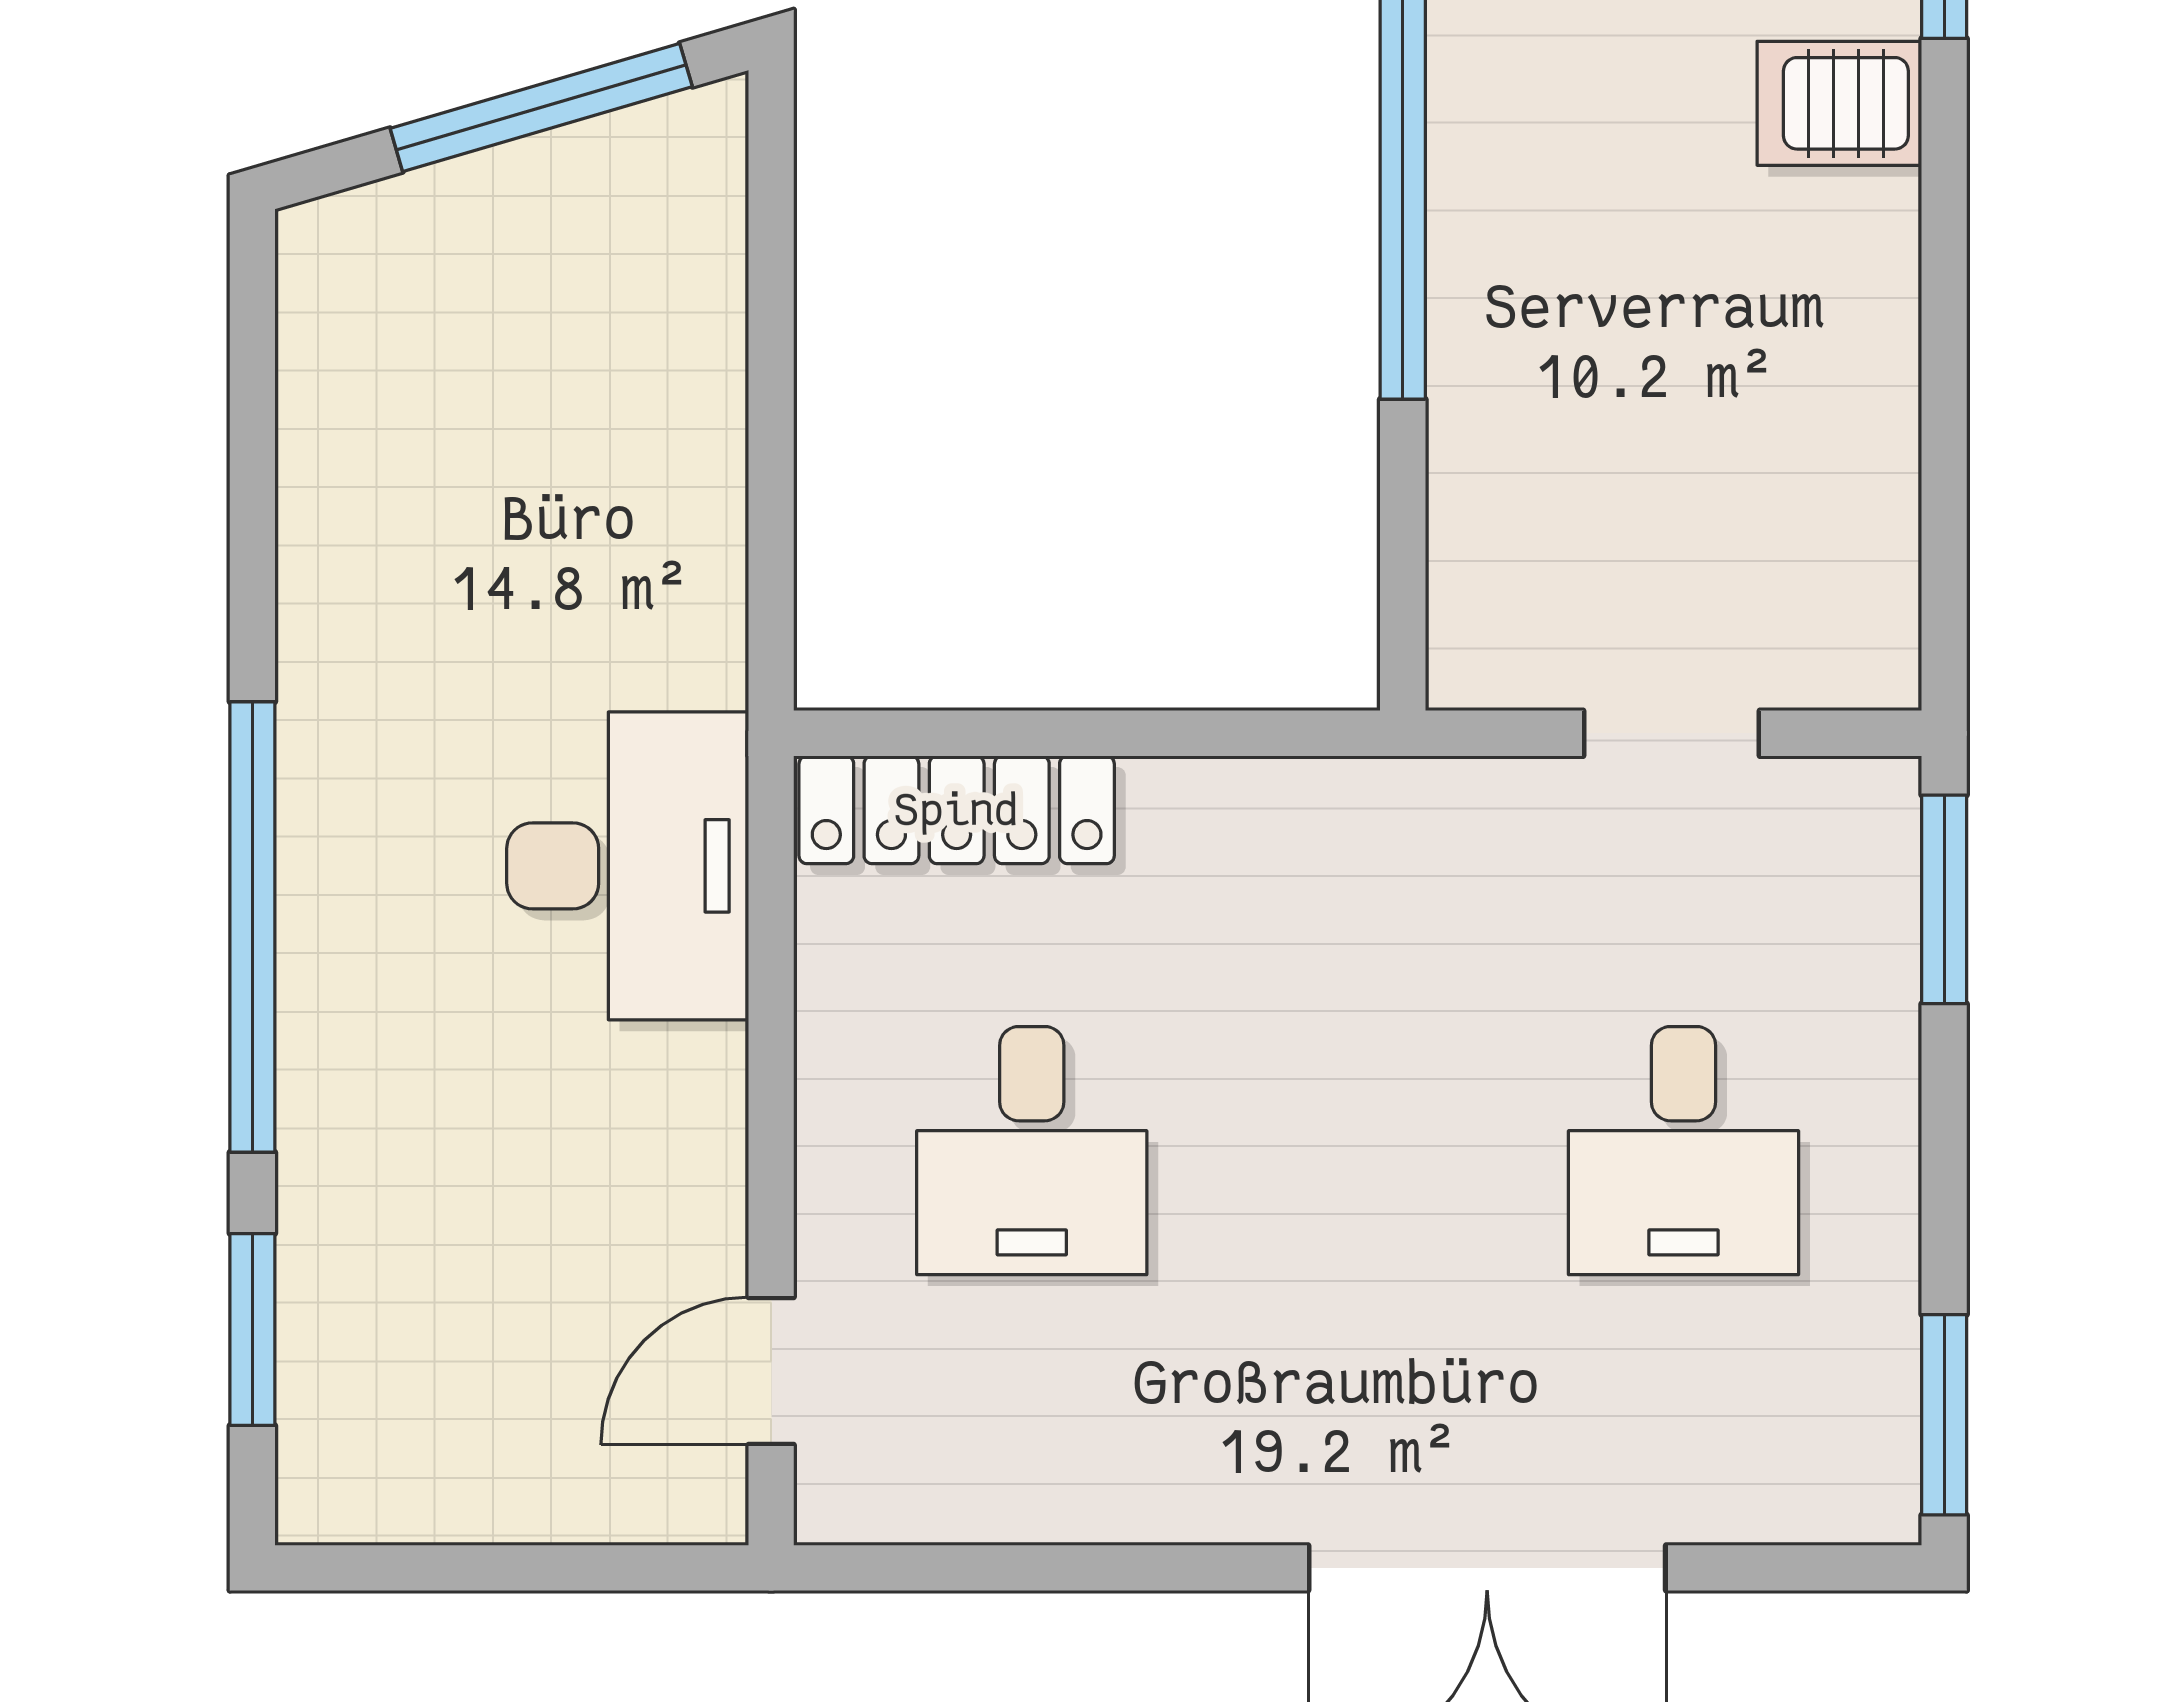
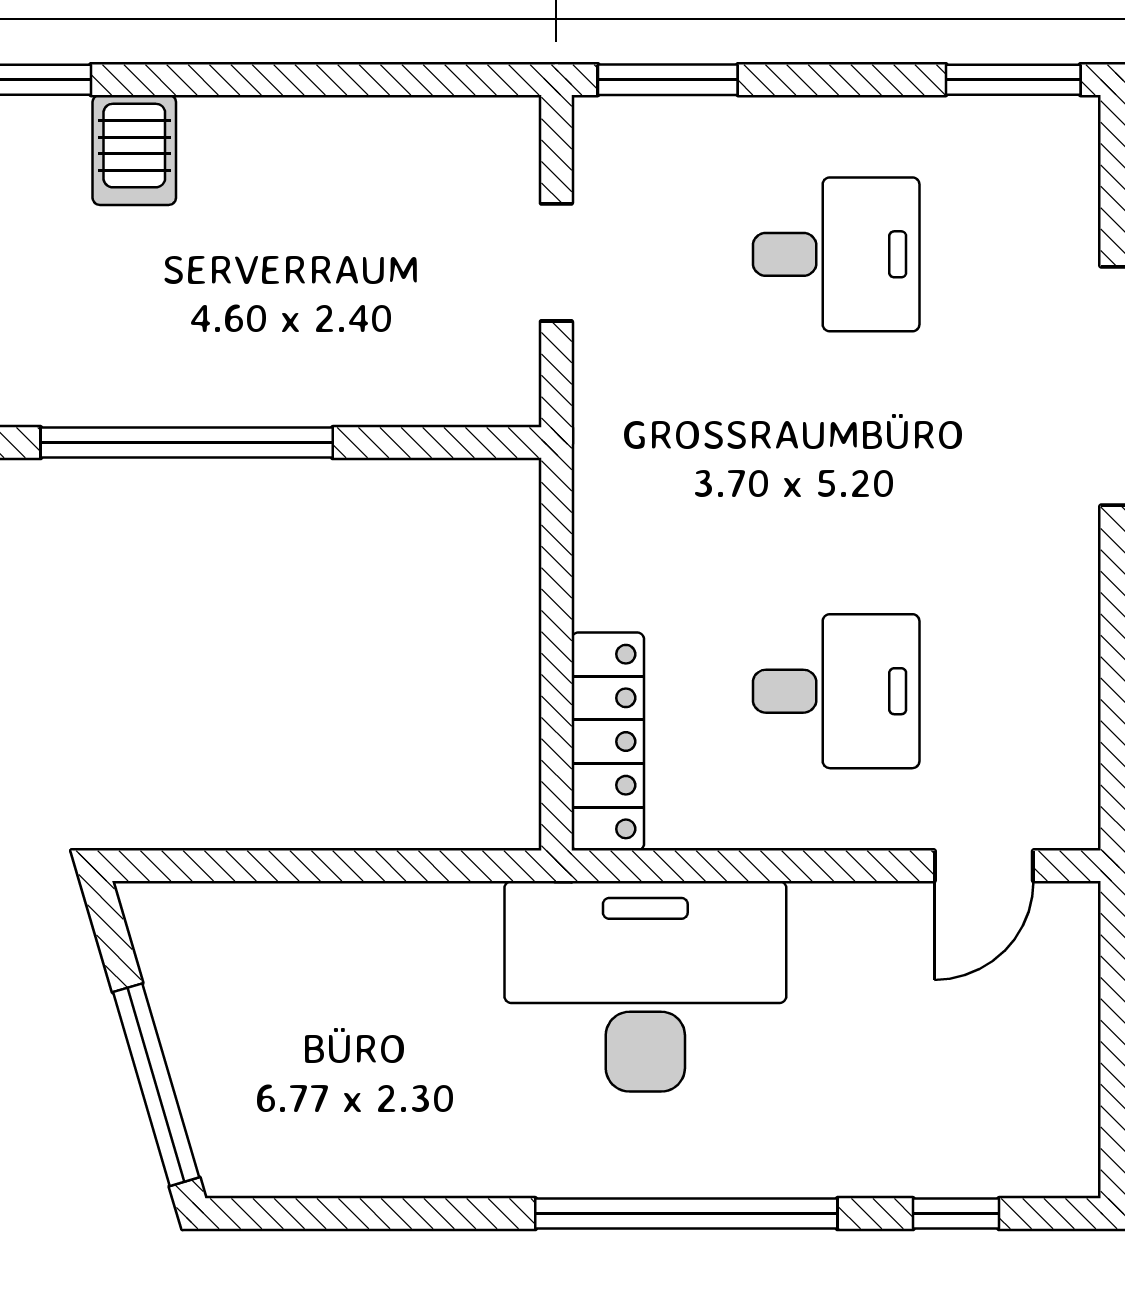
window: (541, 107) -> (156, 1085), moved
desk: (628, 866) -> (645, 986), width x1.36, depth x1.30
window: (252, 1329) -> (956, 1214), width x0.67
door: (771, 1371) -> (984, 866), hinge flipped

